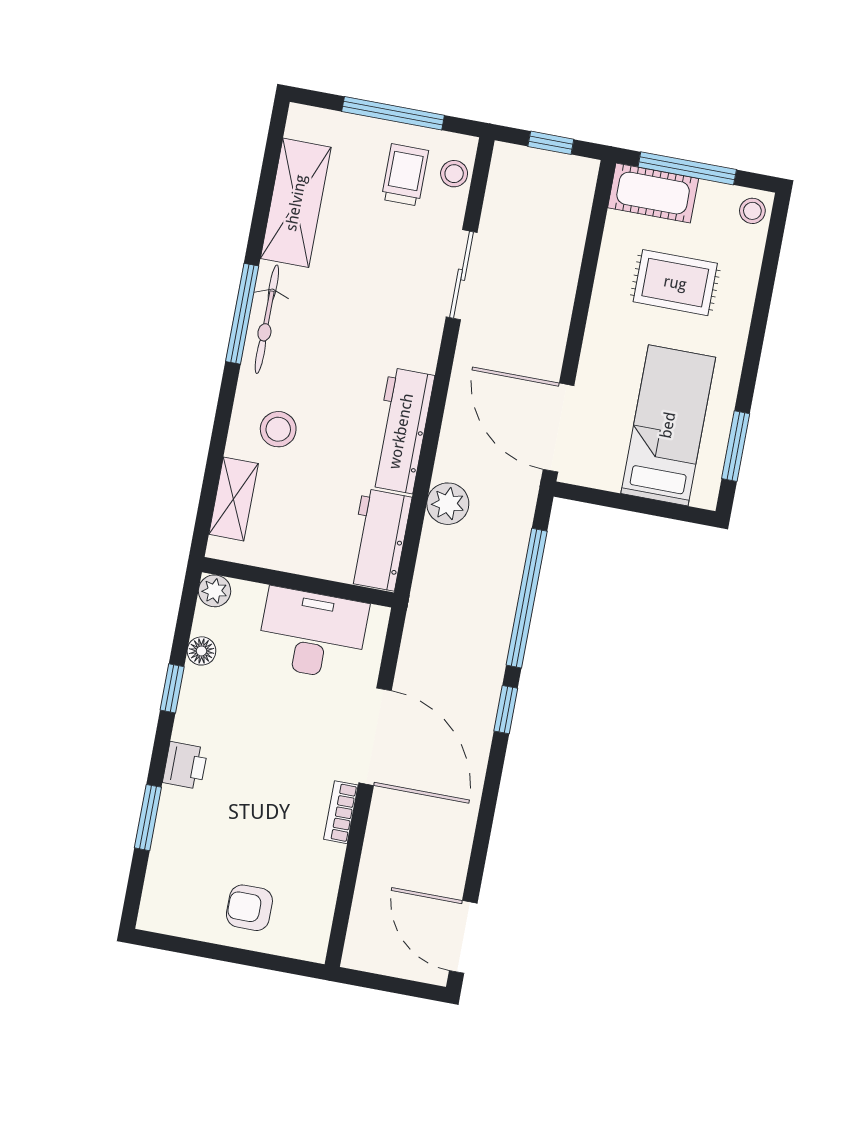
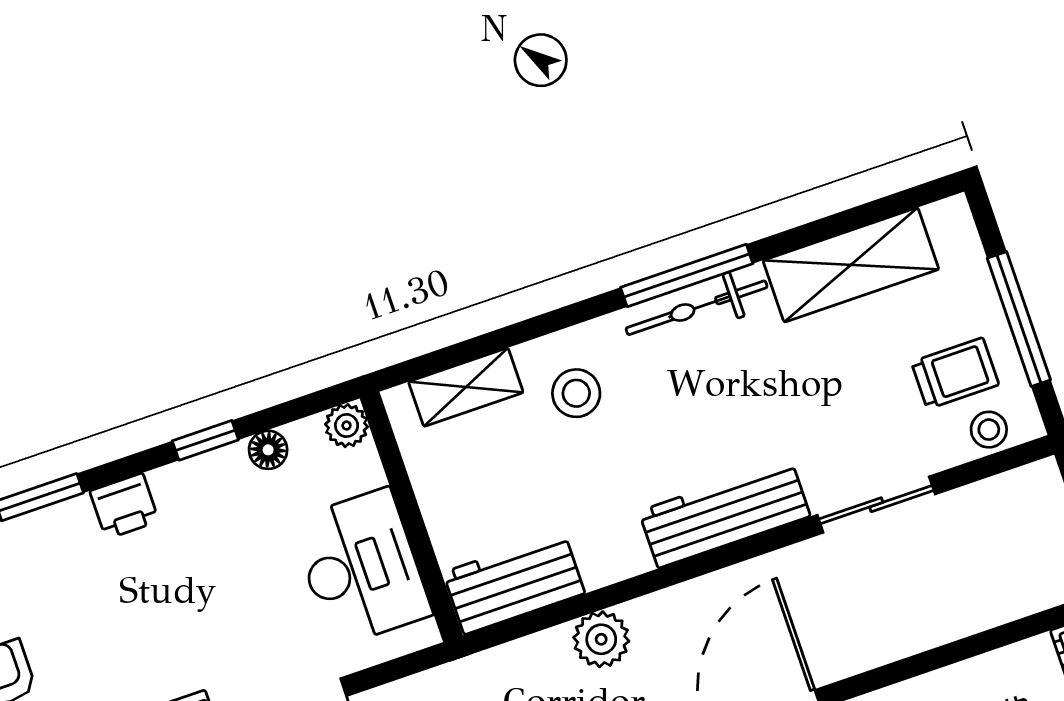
workbench: (401, 431) -> (725, 514), moved

